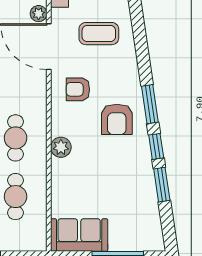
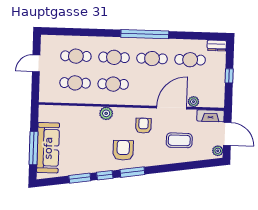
coffee table: (99, 34) -> (179, 140), turned 90
armchair: (117, 119) -> (123, 150), turned 90
sofa: (79, 235) -> (48, 148), moved, width x1.36

